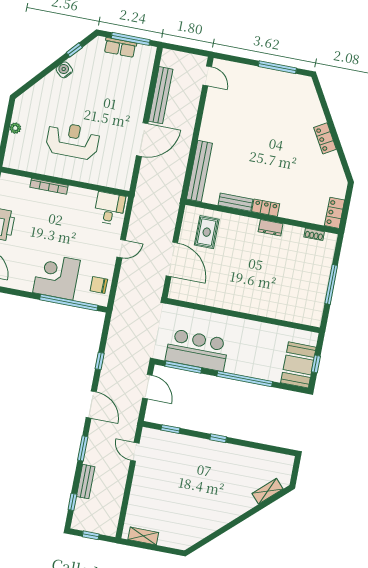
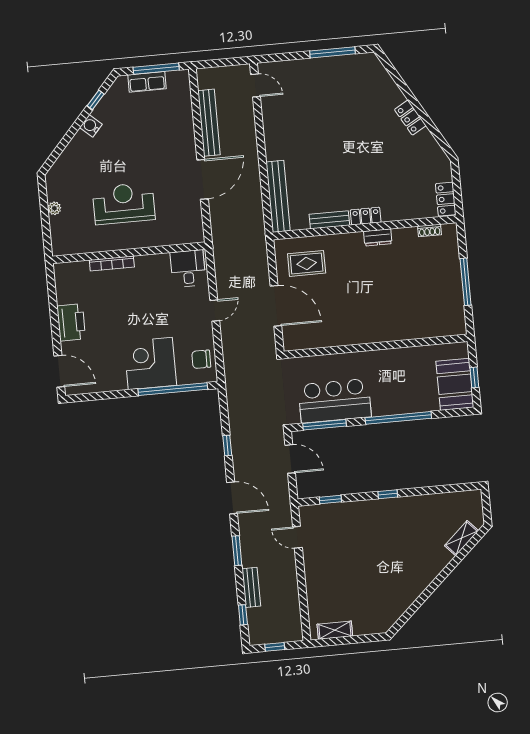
rug: (207, 232) -> (307, 263), turned 90

